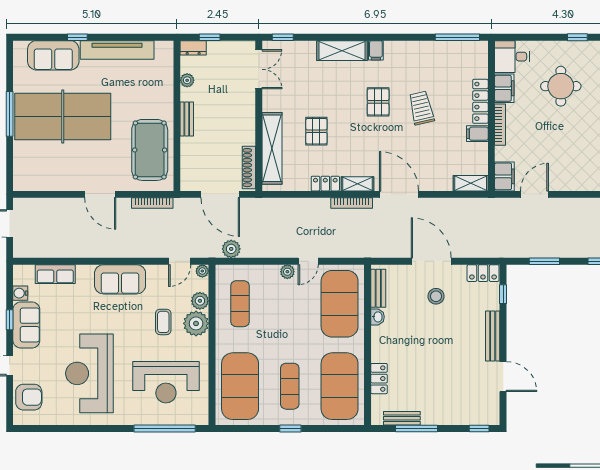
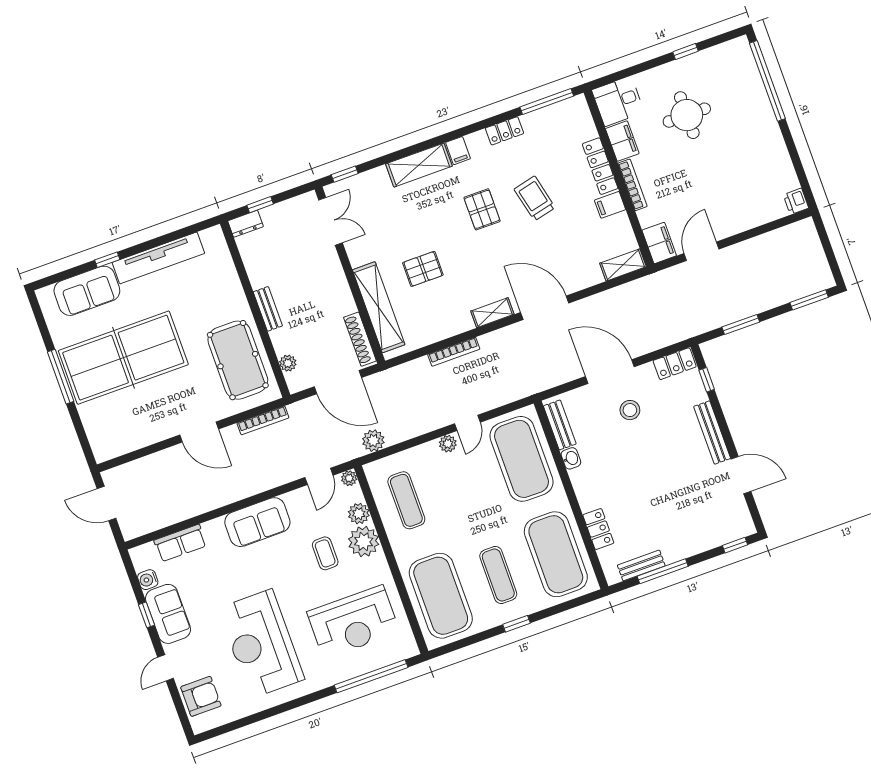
plant: (187, 80) -> (288, 363), moved
pallet: (316, 131) -> (423, 269), turned 90
locker: (325, 184) -> (505, 131), moved, turned 180
bookcase: (352, 203) -> (454, 352), moved

